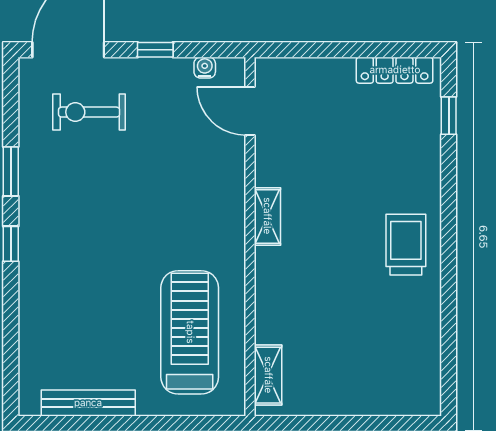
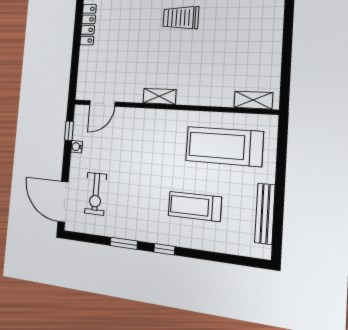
window: (155, 50) -> (69, 131), moved
water cooler: (205, 68) -> (77, 147), moved
treadmill: (87, 290) -> (195, 206), added

